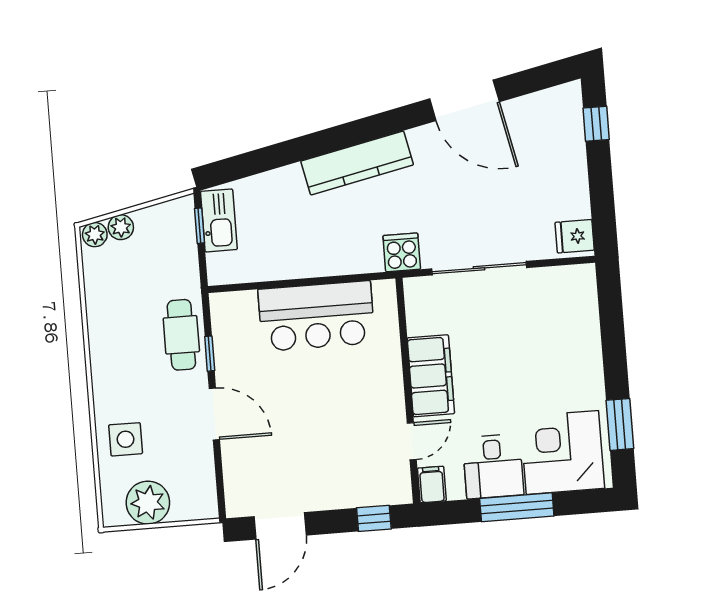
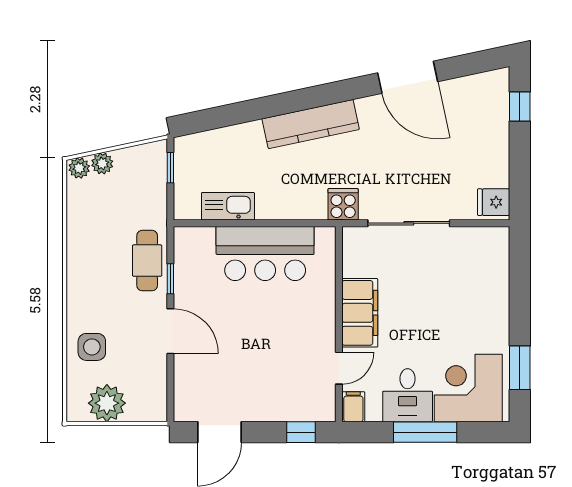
kitchen sink: (219, 220) -> (228, 206), moved, turned -90

